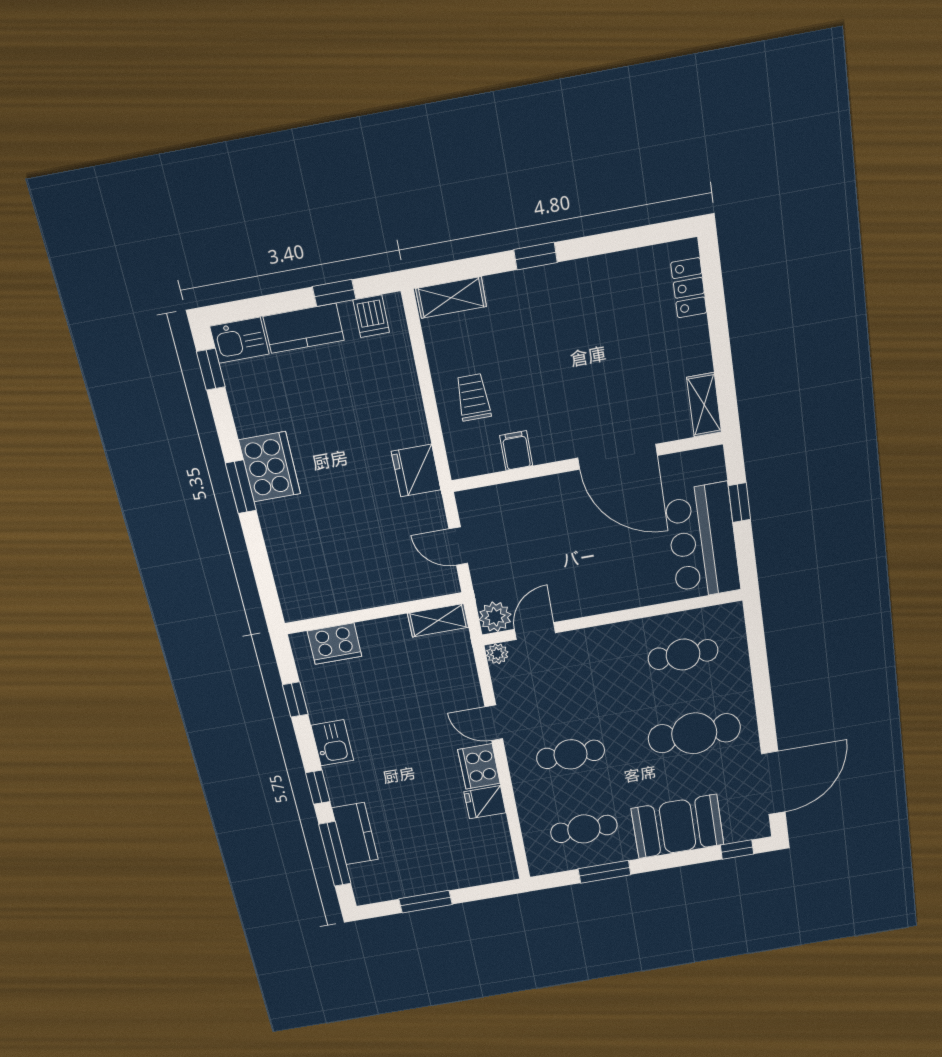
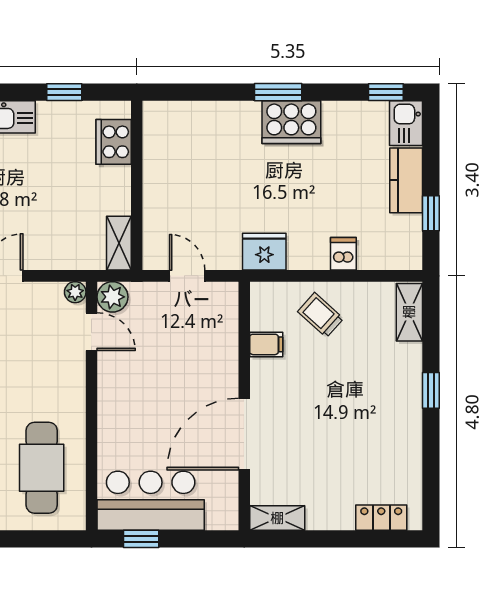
dishwasher: (371, 316) -> (343, 254), moved, turned 90
trolley: (473, 397) -> (321, 315), turned -138
window: (739, 503) -> (141, 539), moved
door: (458, 546) -> (187, 276), hinge flipped
cafe table: (683, 655) -> (42, 468), width x1.37, depth x1.35

